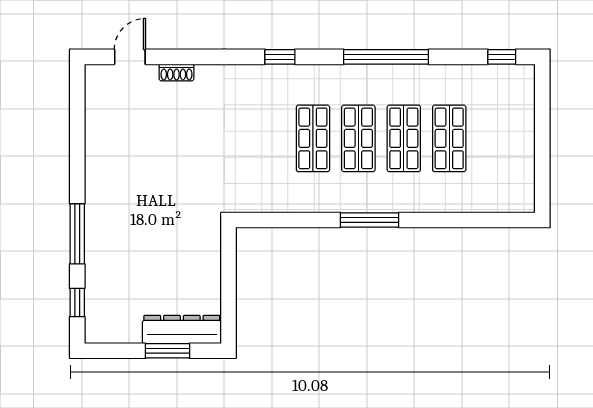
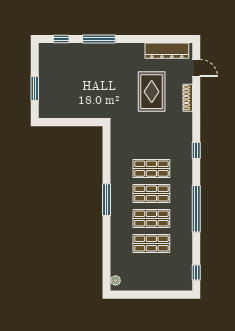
shoe rack: (177, 72) -> (188, 98), width x1.43
rug: (173, 138) -> (152, 92), added
plant: (517, 204) -> (116, 280), added
dresser: (182, 330) -> (167, 51), moved, turned 90

